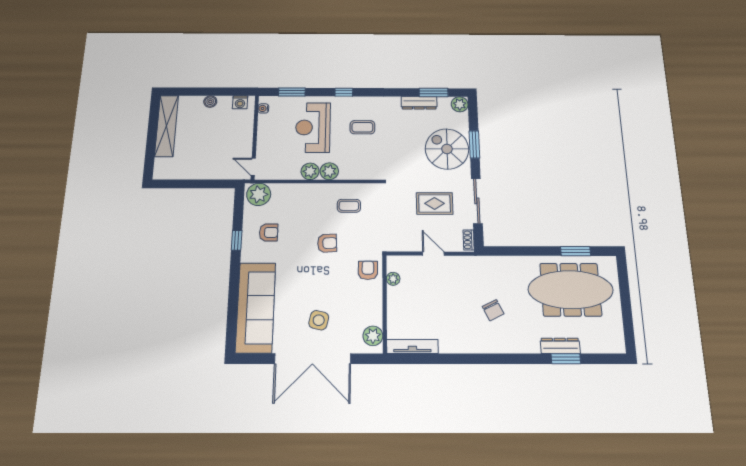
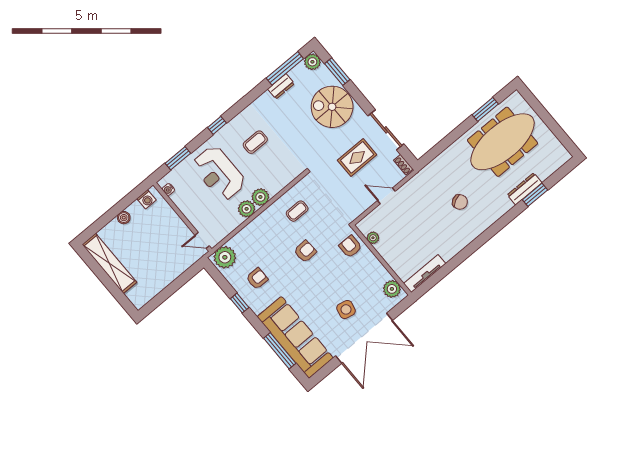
window: (434, 92) -> (285, 68), width x1.44
dresser: (419, 103) -> (281, 86), width x0.70
window: (474, 144) -> (337, 72), moved
window: (233, 308) -> (280, 351), added

